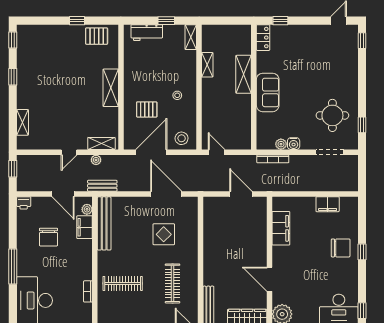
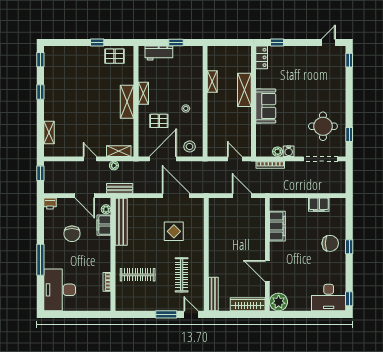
shelving: (191, 37) -> (143, 93), moved
door: (69, 152) -> (90, 159), swing flipped
door: (216, 152) -> (235, 159), moved
doorway: (330, 152) -> (321, 159), width x1.36

